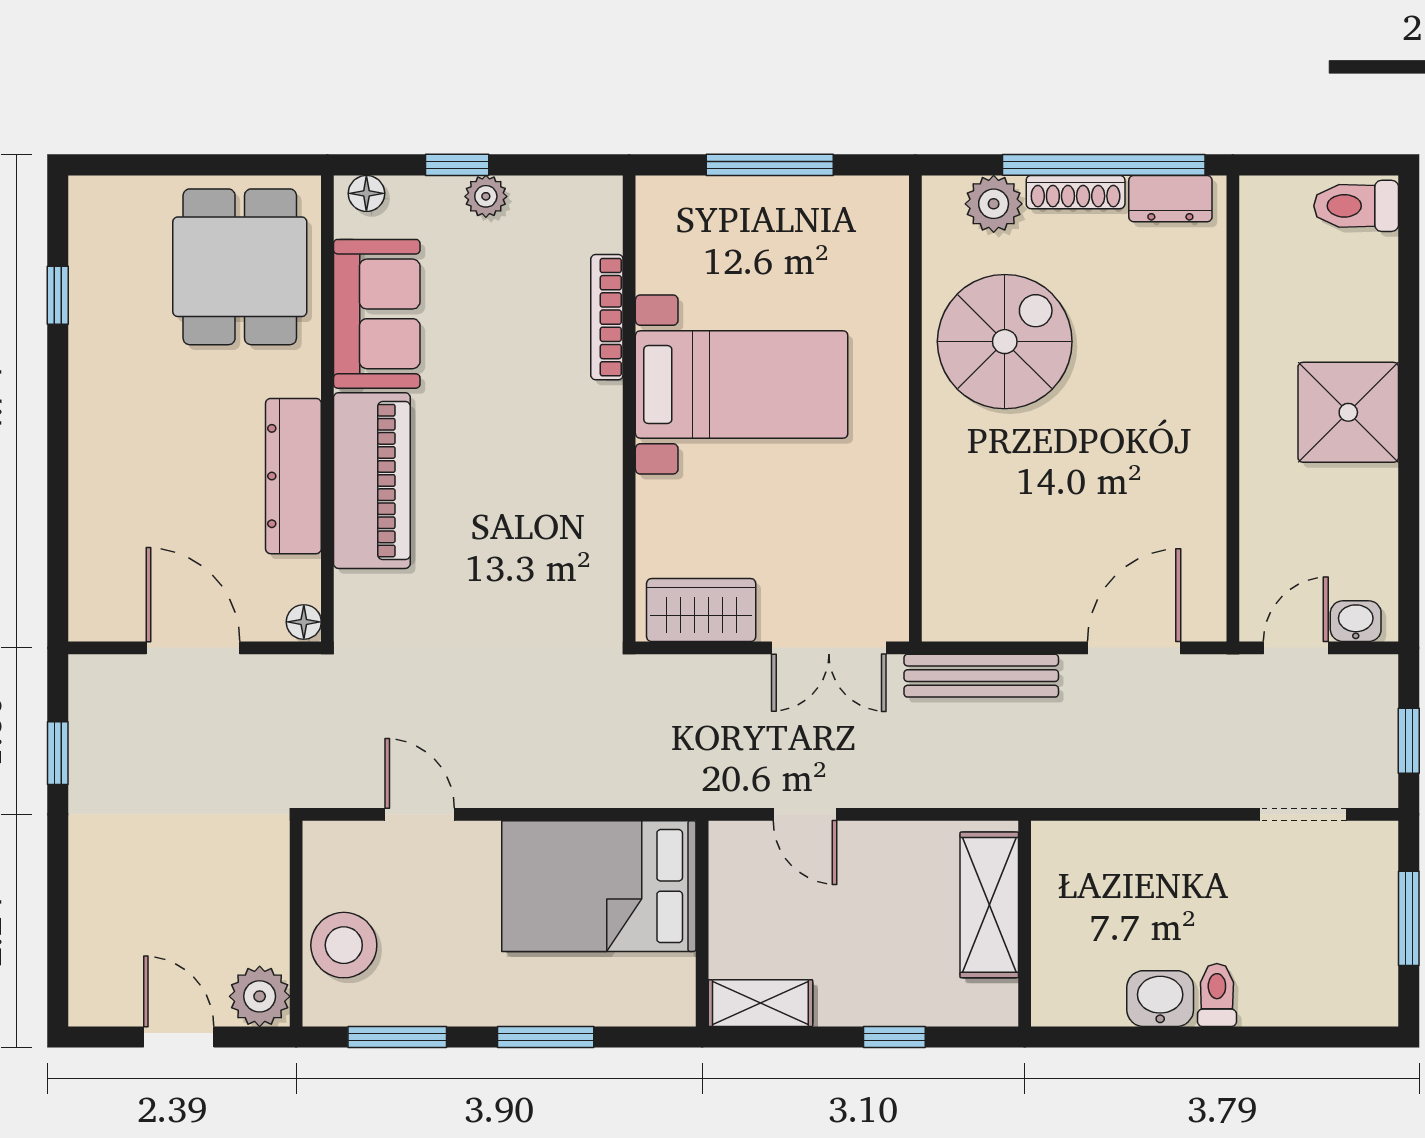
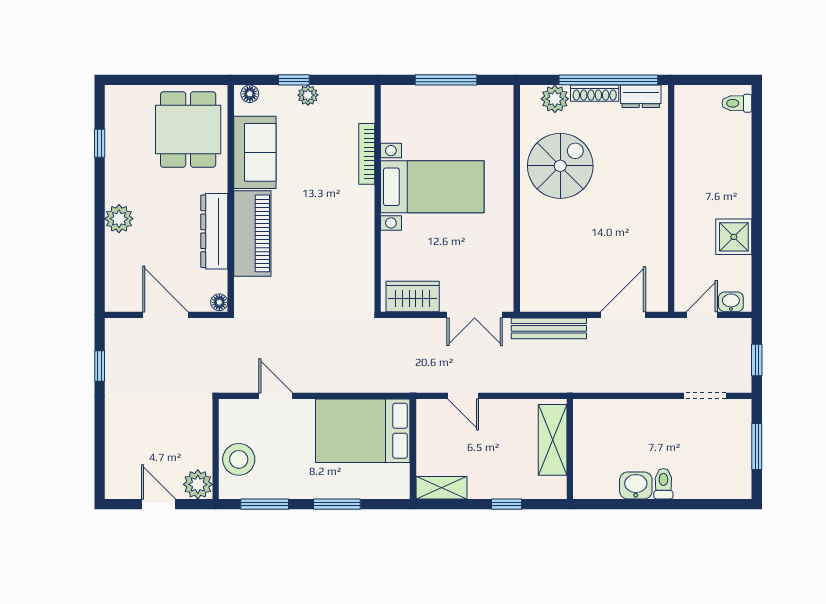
toilet: (1356, 206) -> (737, 103), width x0.73, depth x0.72
shower: (1348, 412) -> (734, 237), moved, width x0.73, depth x0.73
plant: (98, 450) -> (119, 219), added

